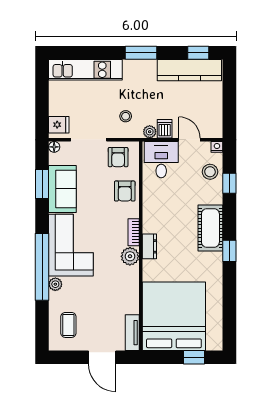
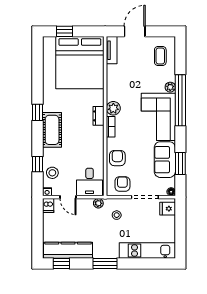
dishwasher: (165, 129) -> (48, 206), moved
door: (102, 357) -> (135, 31), hinge flipped

